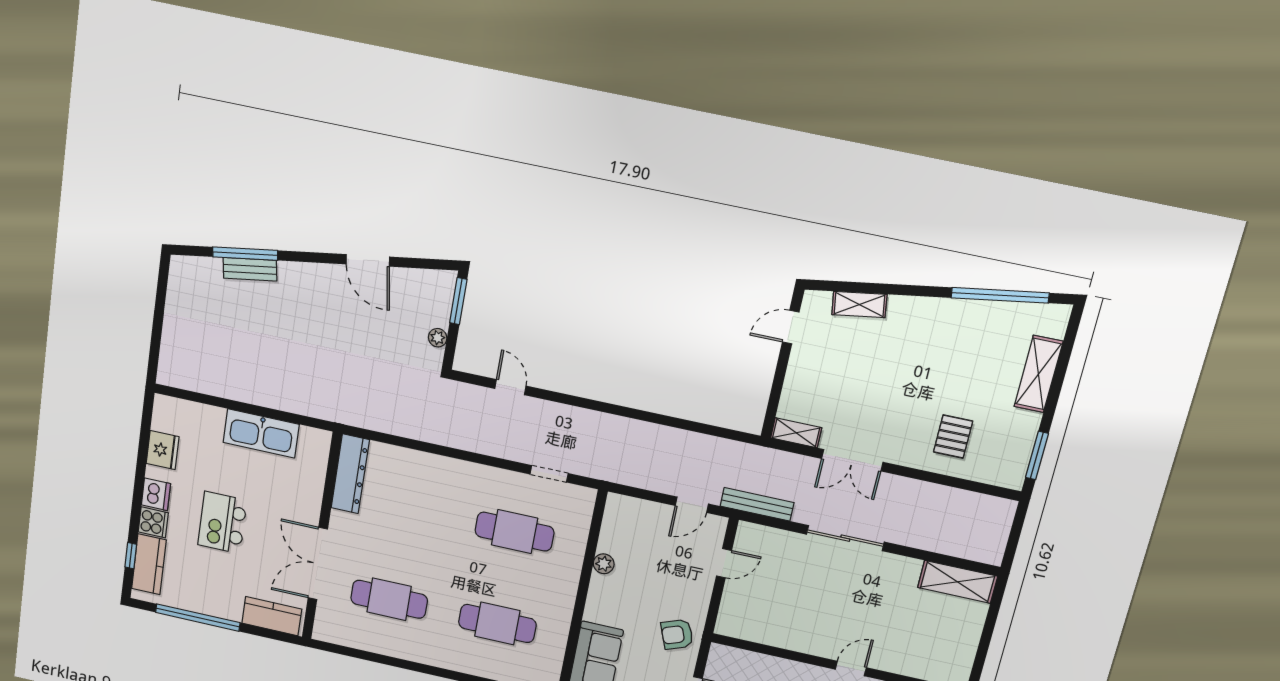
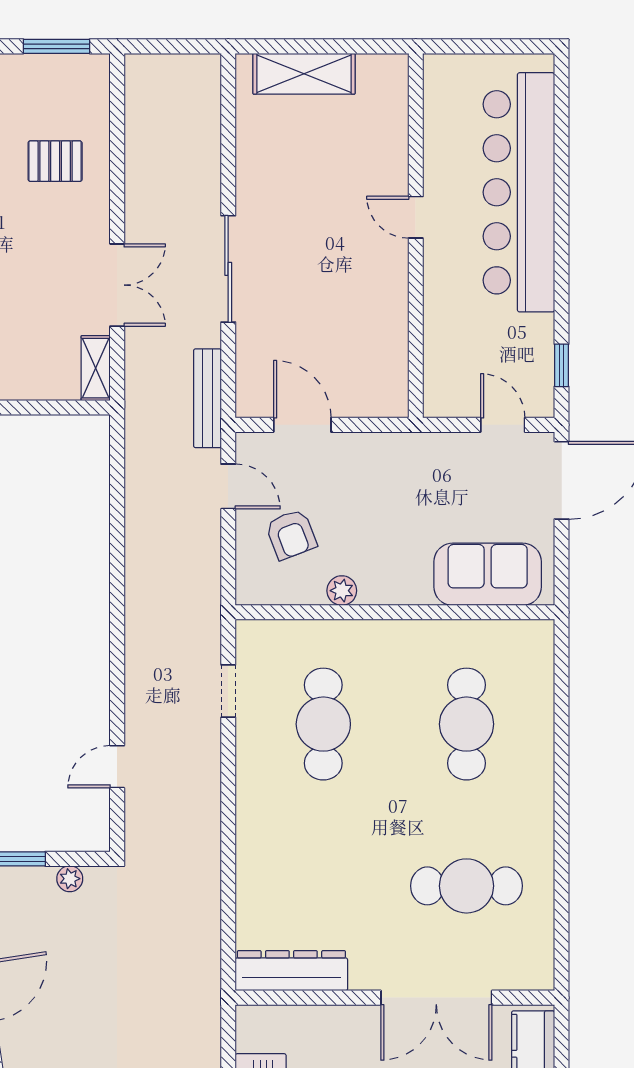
door: (724, 563) -> (302, 425), width x1.38
shelving: (958, 582) -> (304, 74), moved, turned 90
cafe table: (389, 599) -> (466, 886), turned 90
armchair: (677, 634) -> (291, 534), moved

